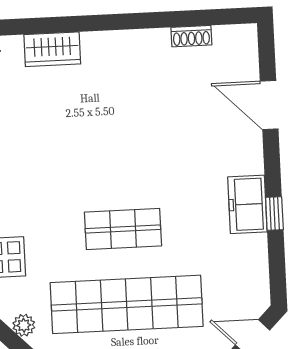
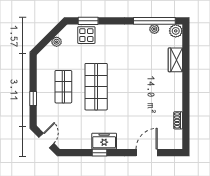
shop shelf: (123, 229) -> (96, 87), width x1.43, depth x1.36
shop shelf: (127, 304) -> (63, 87), width x0.50, depth x0.74

